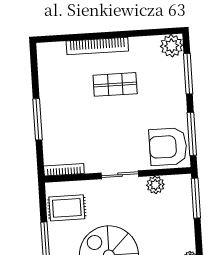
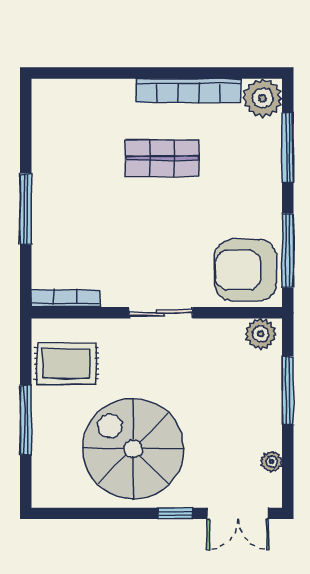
bookcase: (97, 46) -> (188, 91), moved
plant: (155, 185) -> (261, 334), moved
window: (196, 198) -> (288, 391), moved

